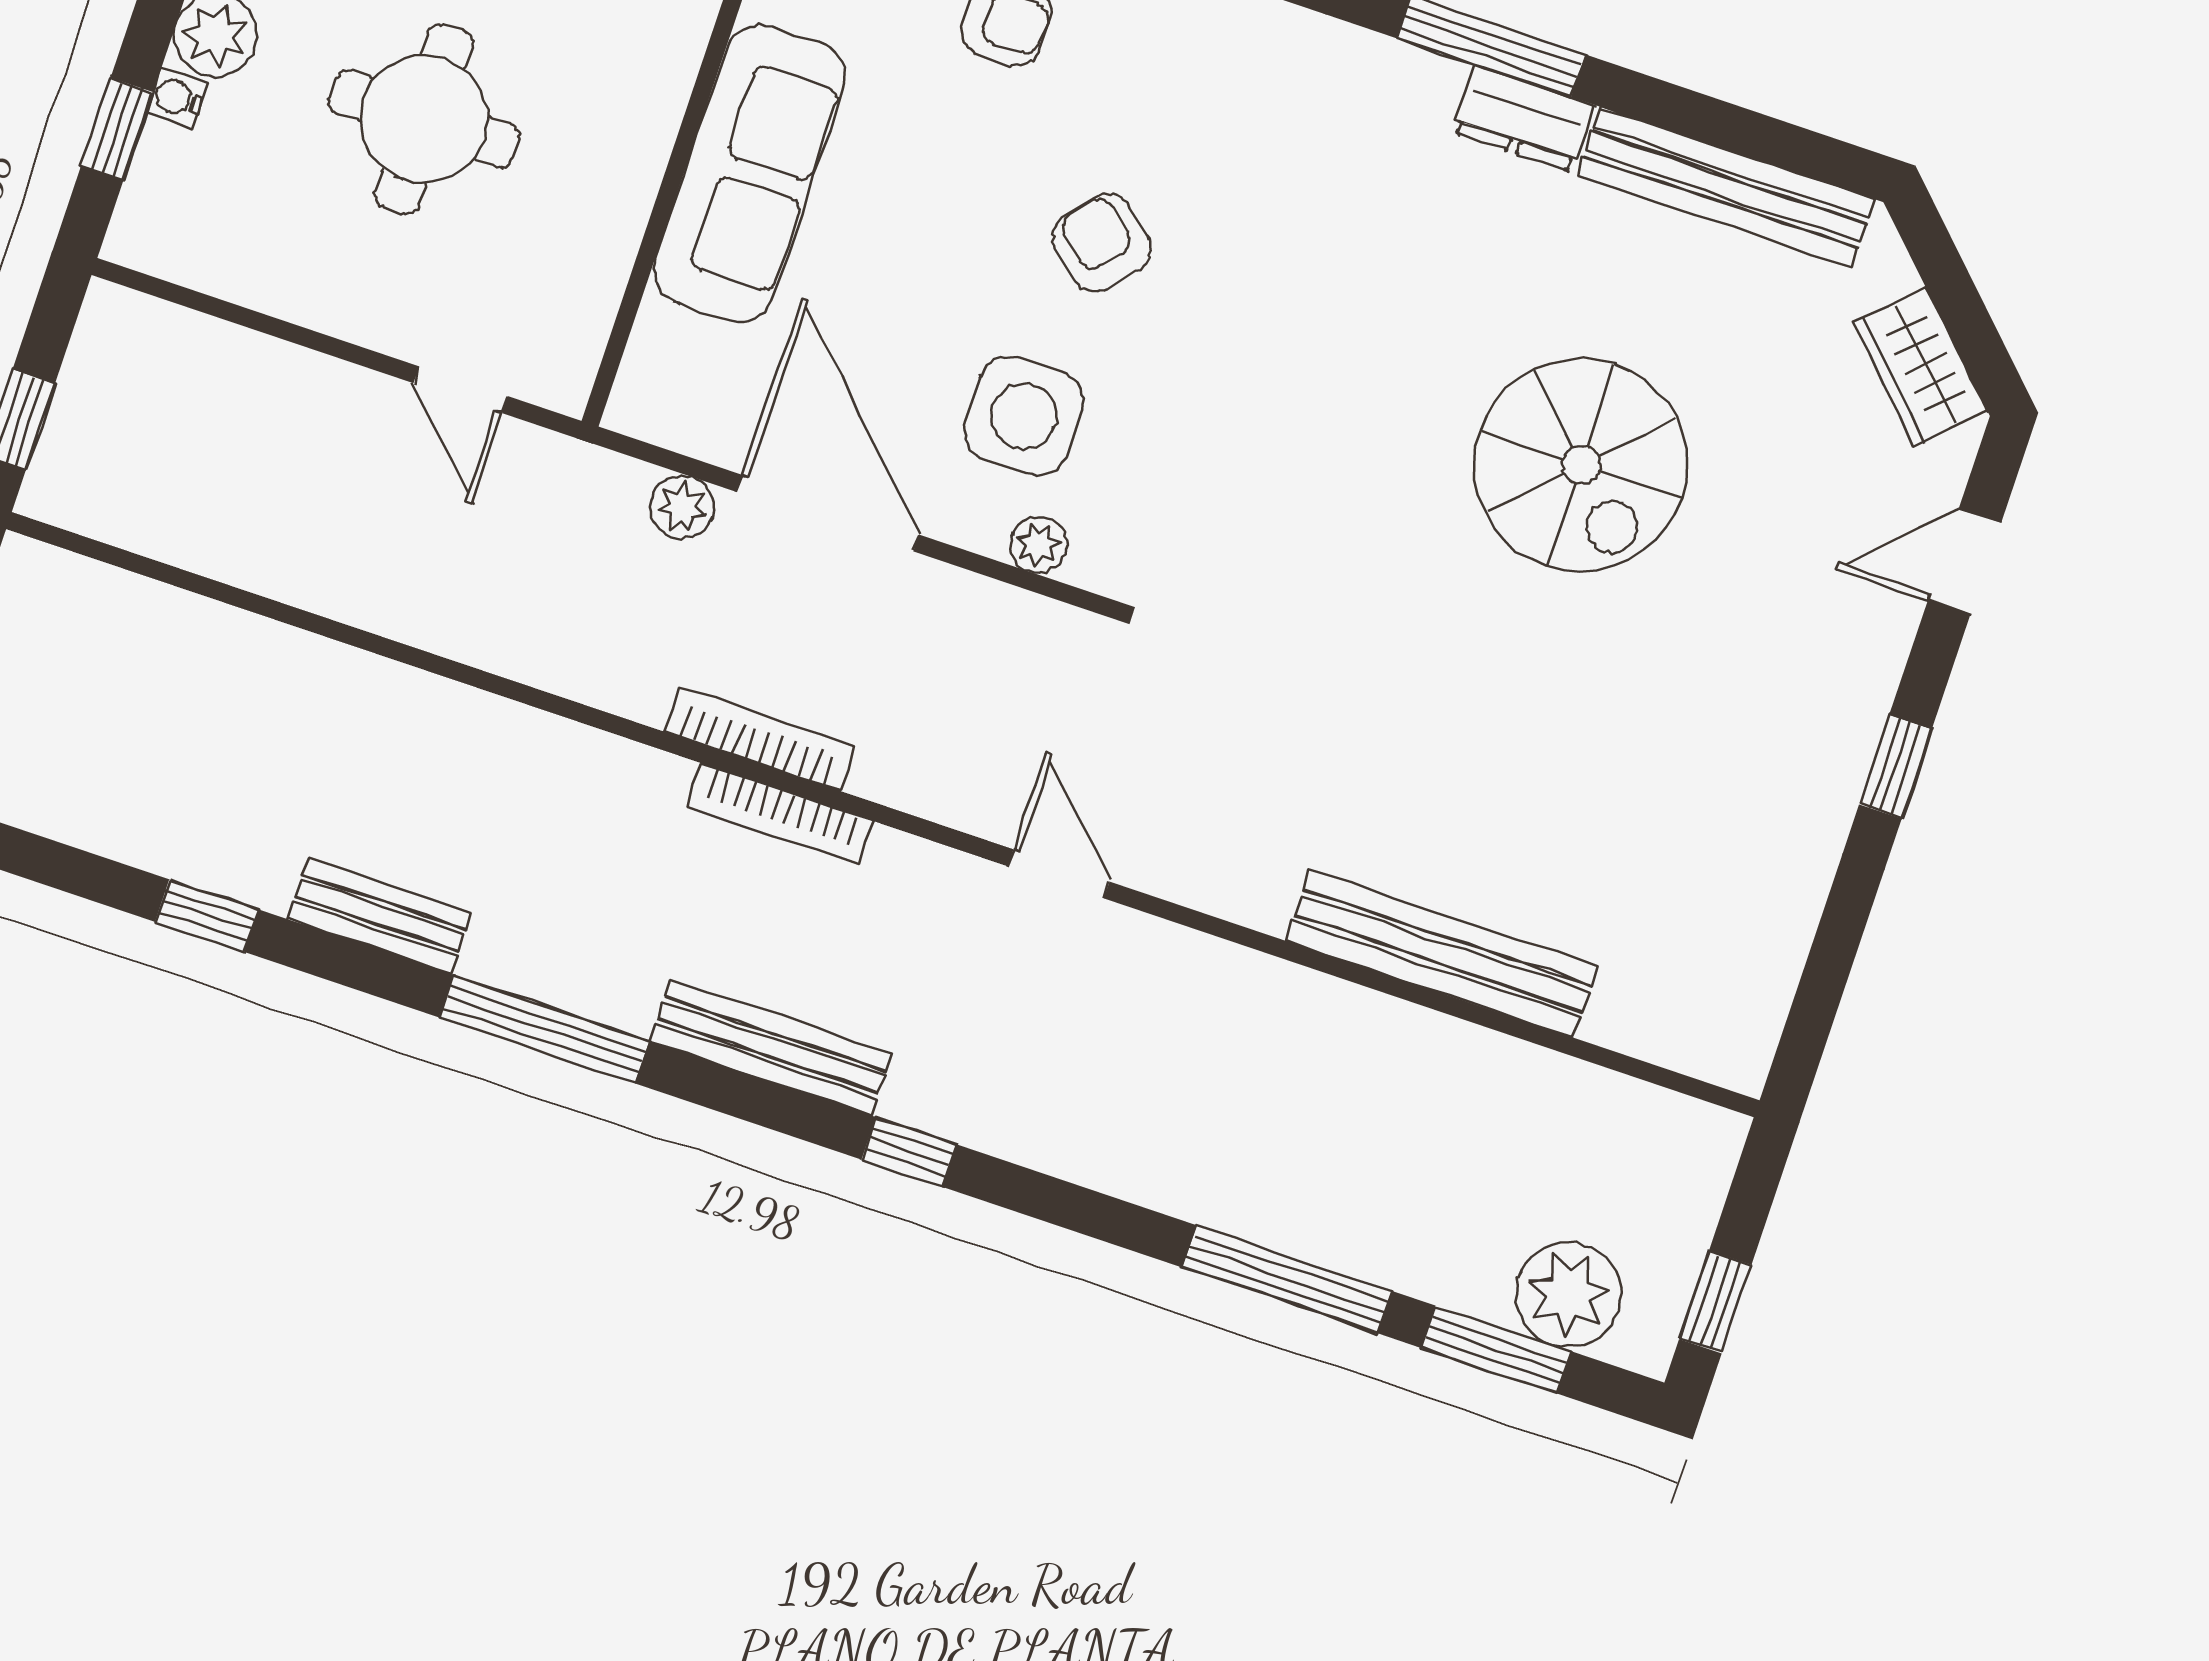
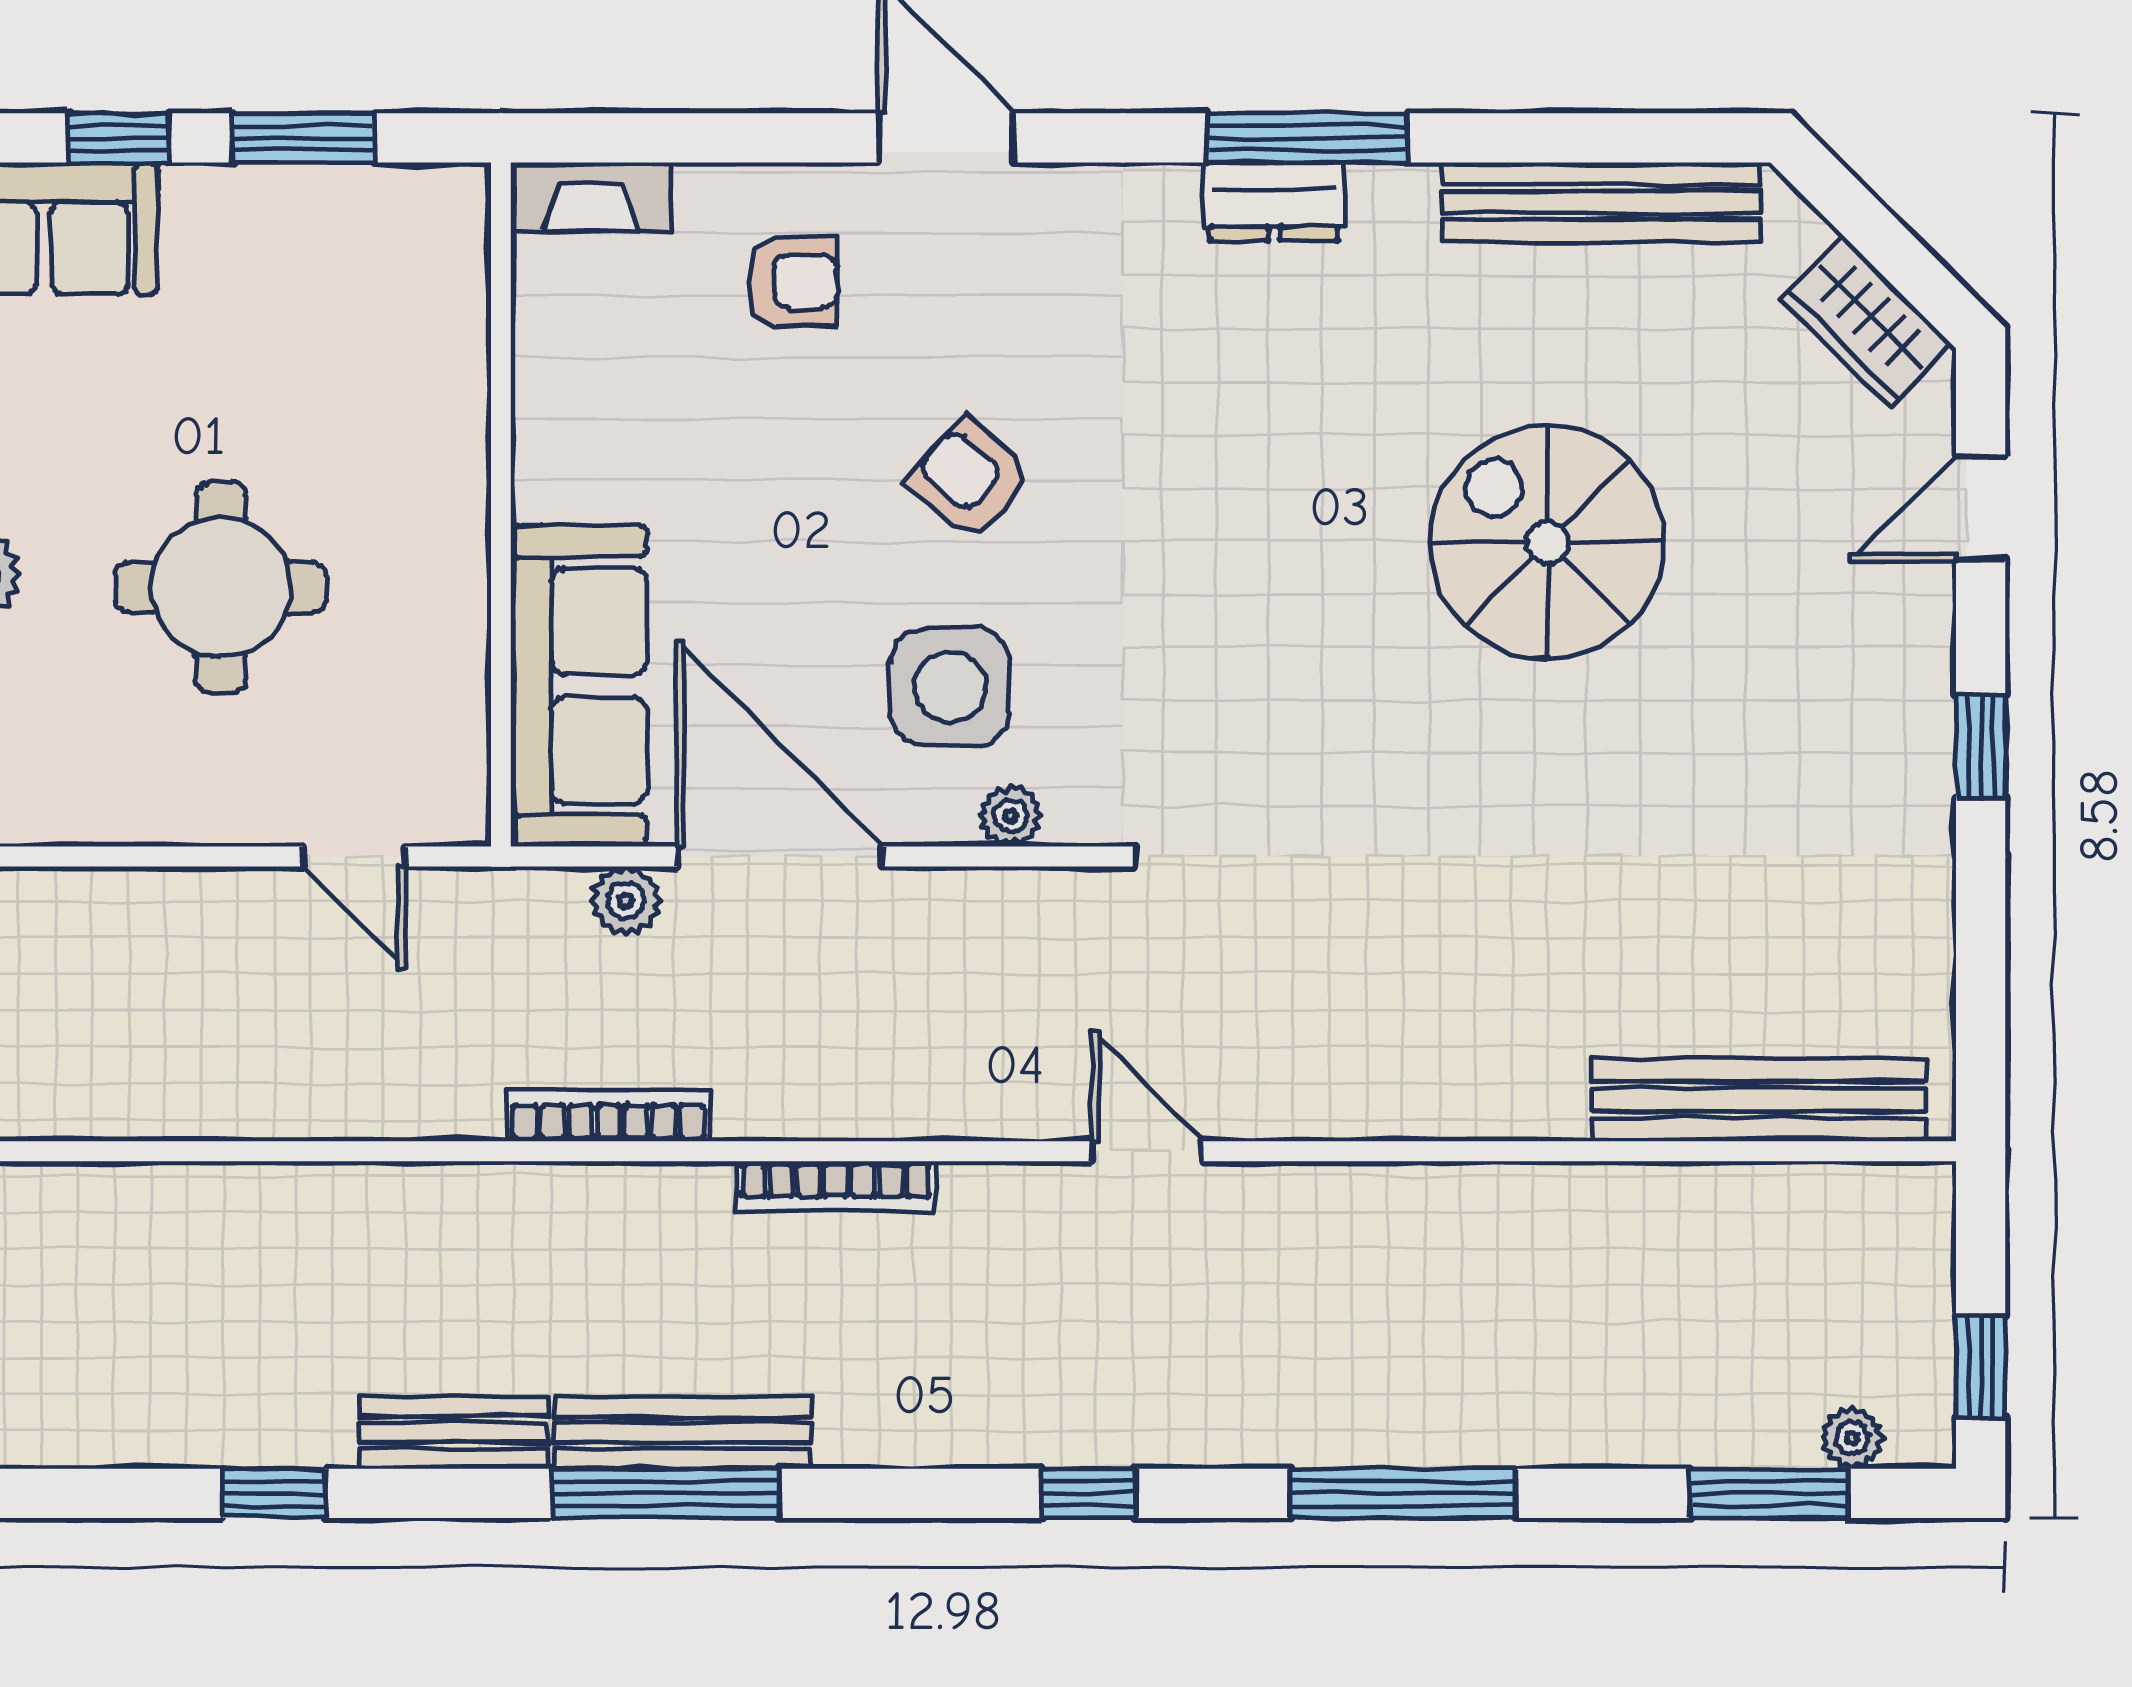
dresser: (1523, 119) -> (1274, 202), moved
sofa: (749, 173) -> (579, 686), moved
spiral stairs: (1581, 465) -> (1548, 542), turned 180
bookcase: (760, 739) -> (608, 1115), moved
bench: (1442, 954) -> (1759, 1100), moved
bench: (771, 1047) -> (683, 1433), moved
window: (1287, 1279) -> (1403, 1493), moved
plant: (1568, 1294) -> (1852, 1438), width x0.53, depth x0.53

